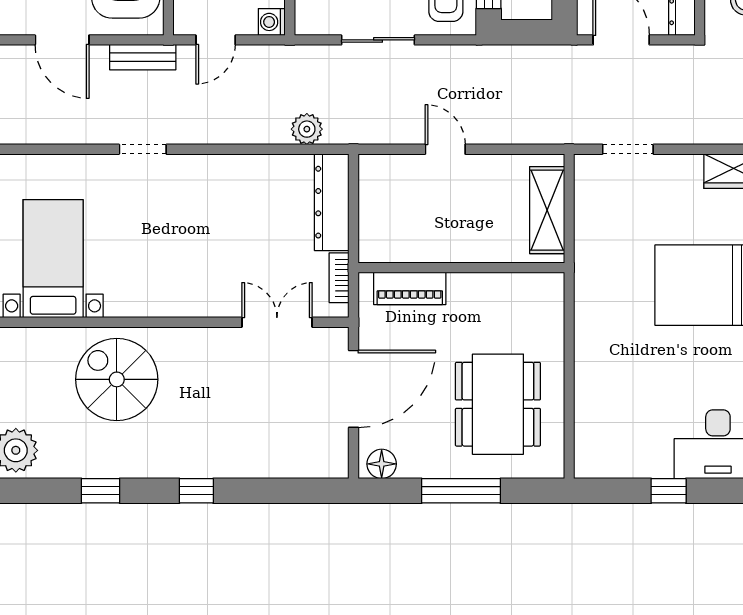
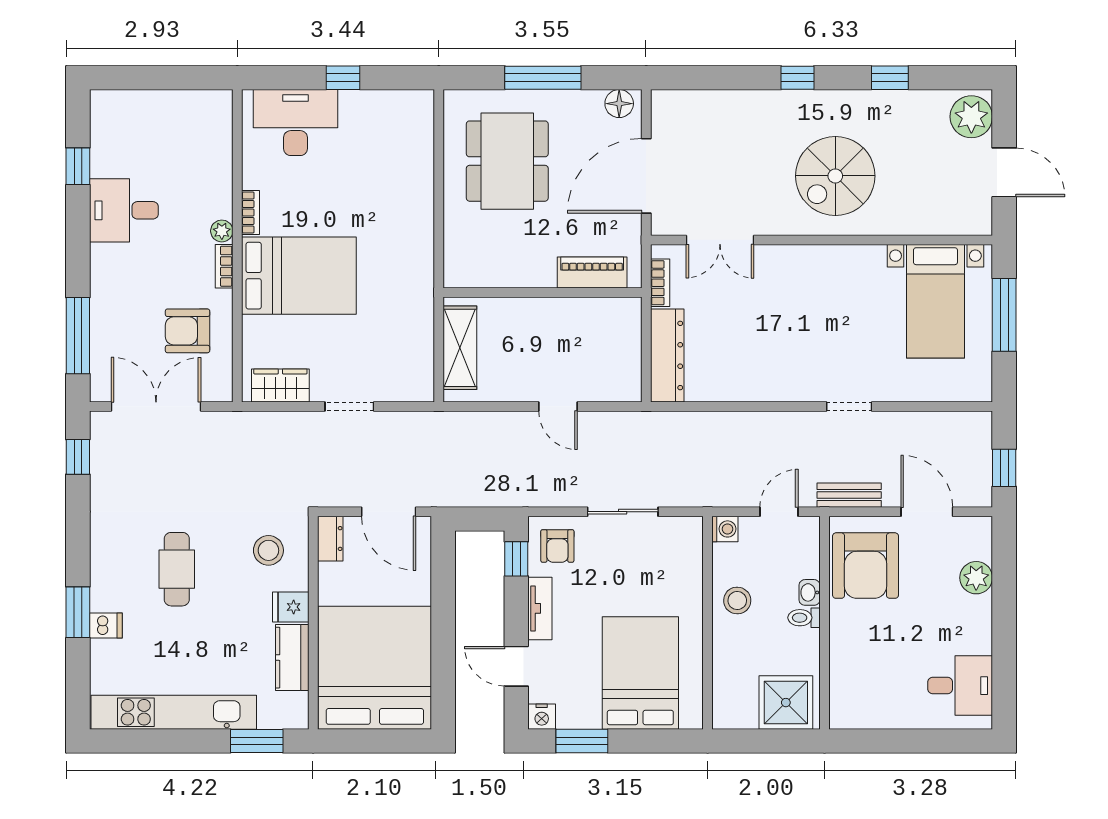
plant: (307, 129) -> (691, 426), removed
doorway: (628, 149) -> (349, 406), moved
spiral stairs: (117, 379) -> (835, 176), moved, turned 90

